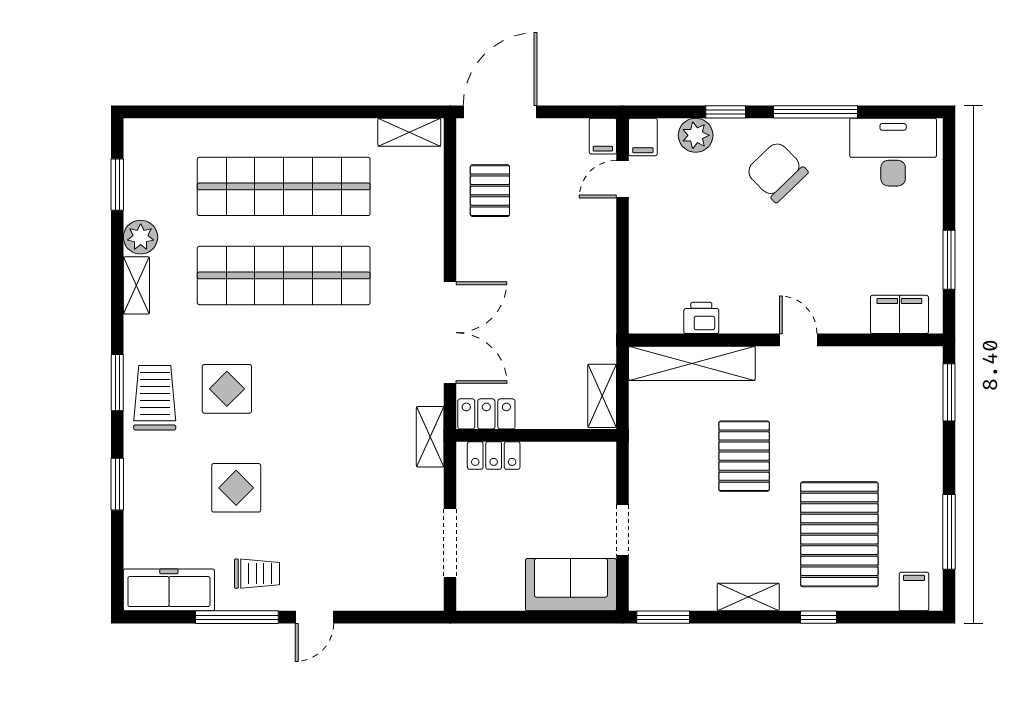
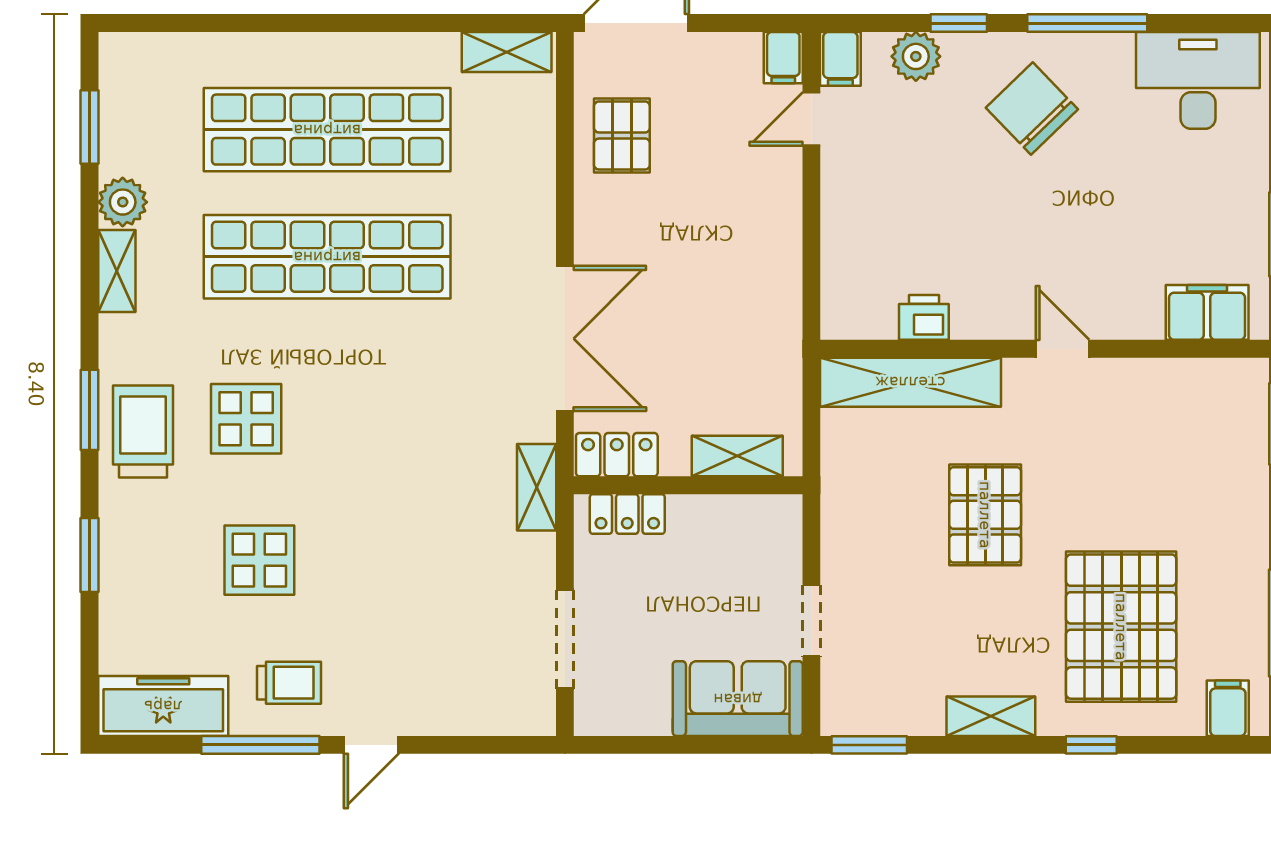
shelving: (602, 396) -> (737, 456), moved, turned 90

